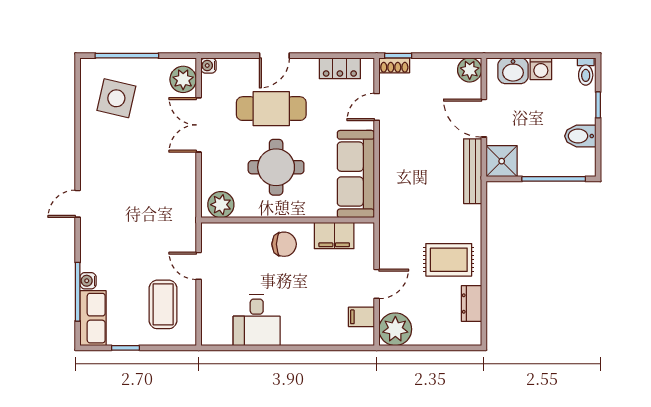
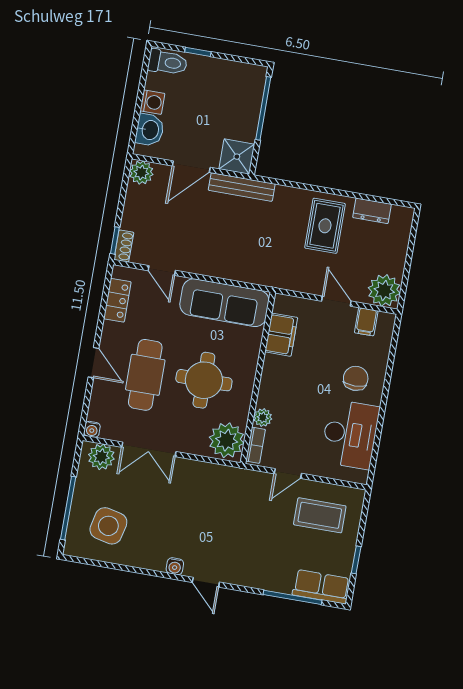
toilet: (586, 72) -> (168, 62), width x1.37, depth x1.39
bidet: (580, 136) -> (226, 75), removed
plant: (221, 205) -> (227, 440), width x1.36, depth x1.36
bookcase: (221, 229) -> (256, 445), added
plant: (249, 231) -> (263, 418), added
chair: (284, 244) -> (356, 378), moved
water cooler: (88, 281) -> (175, 566), moved
desk: (257, 320) -> (350, 434), width x1.37

